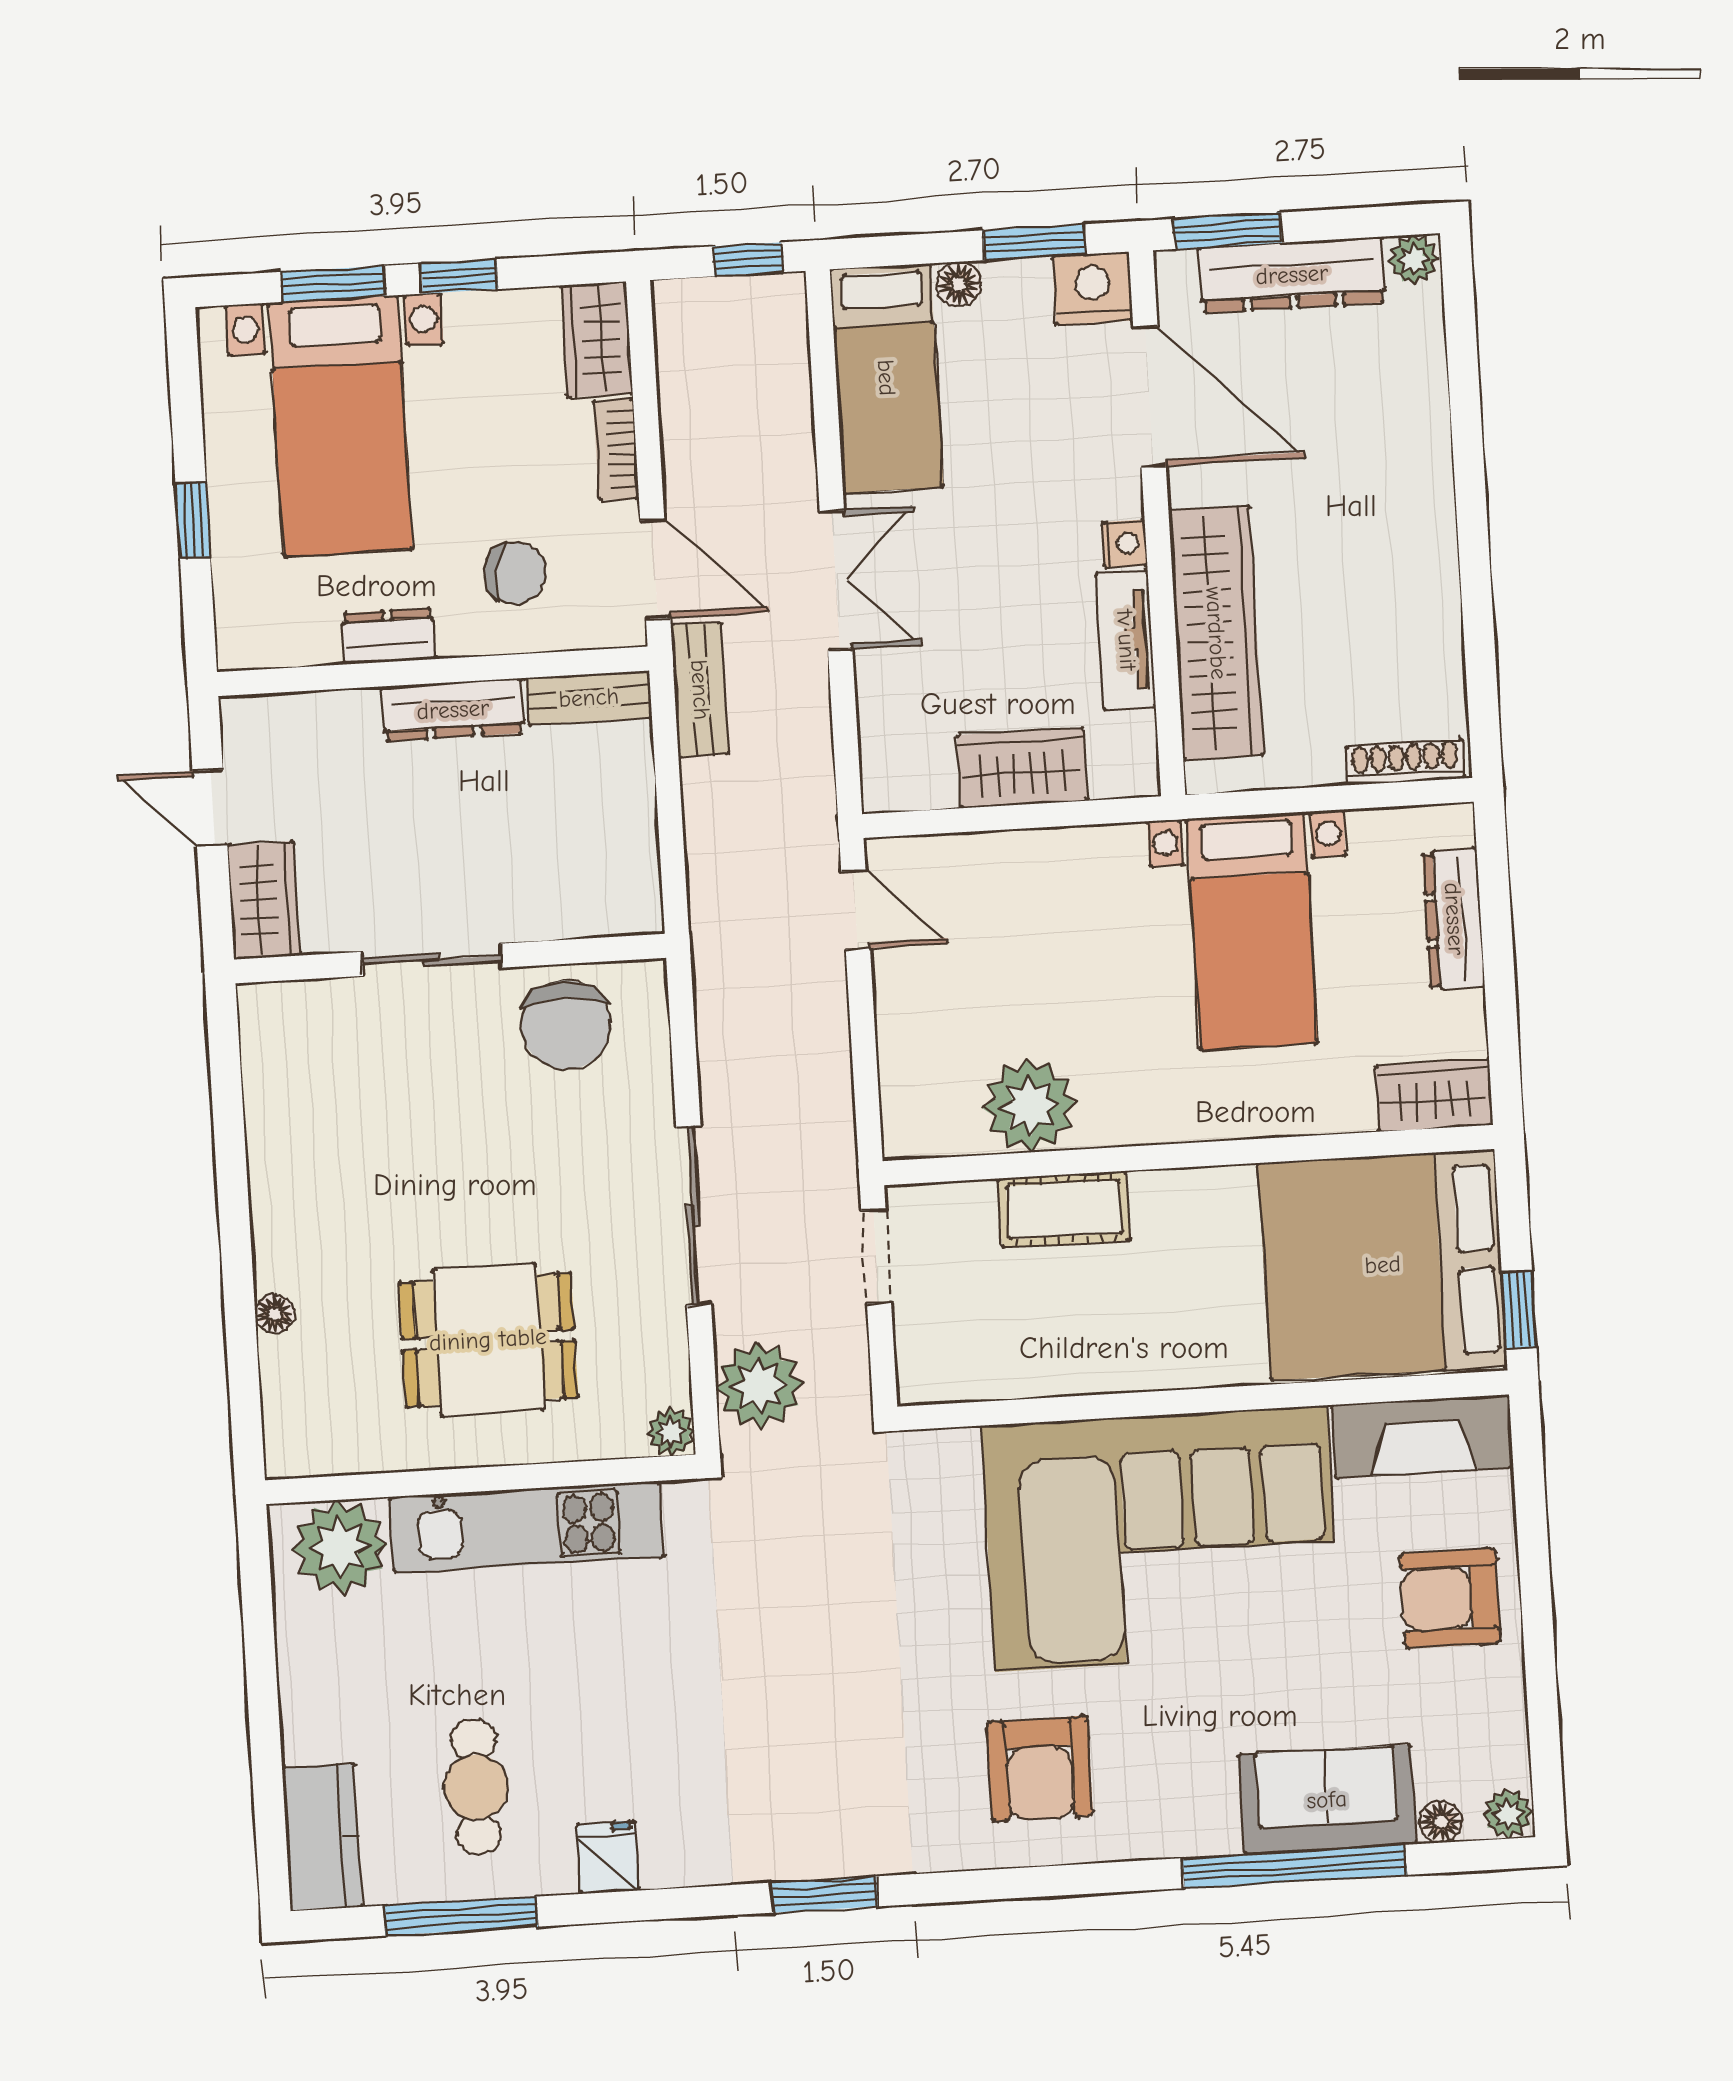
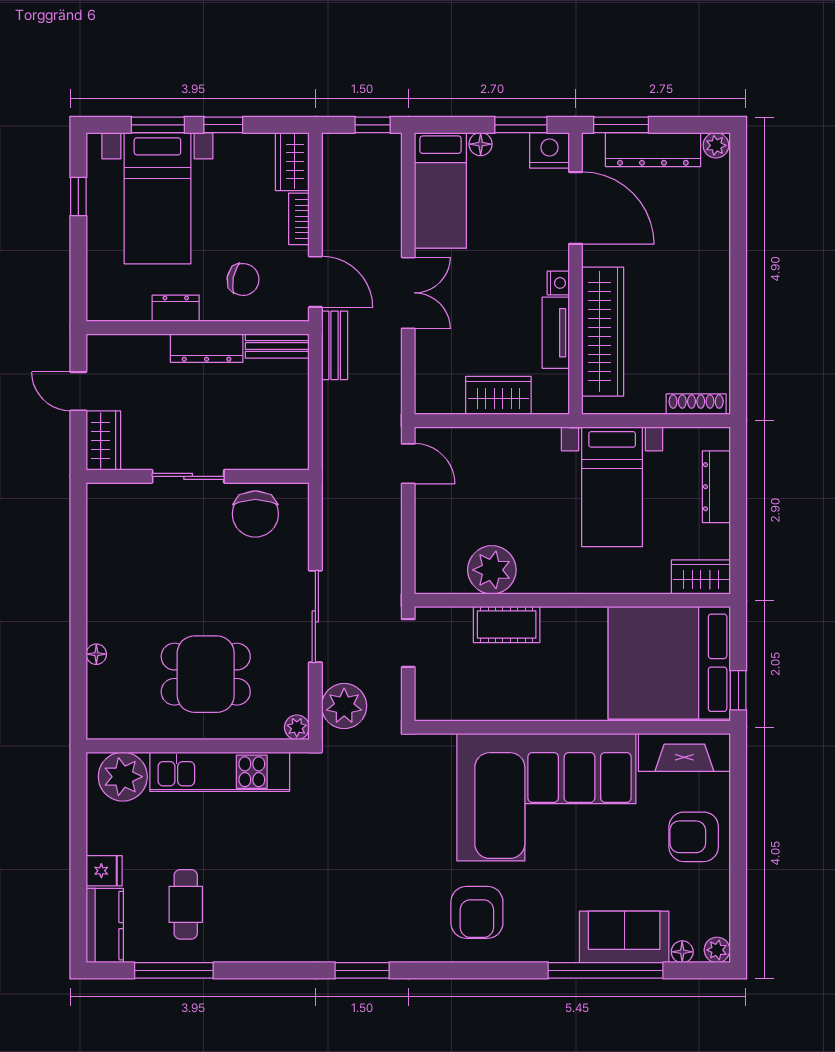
window: (193, 520) -> (78, 197), moved
fridge: (608, 1857) -> (104, 871), moved, turned 90

